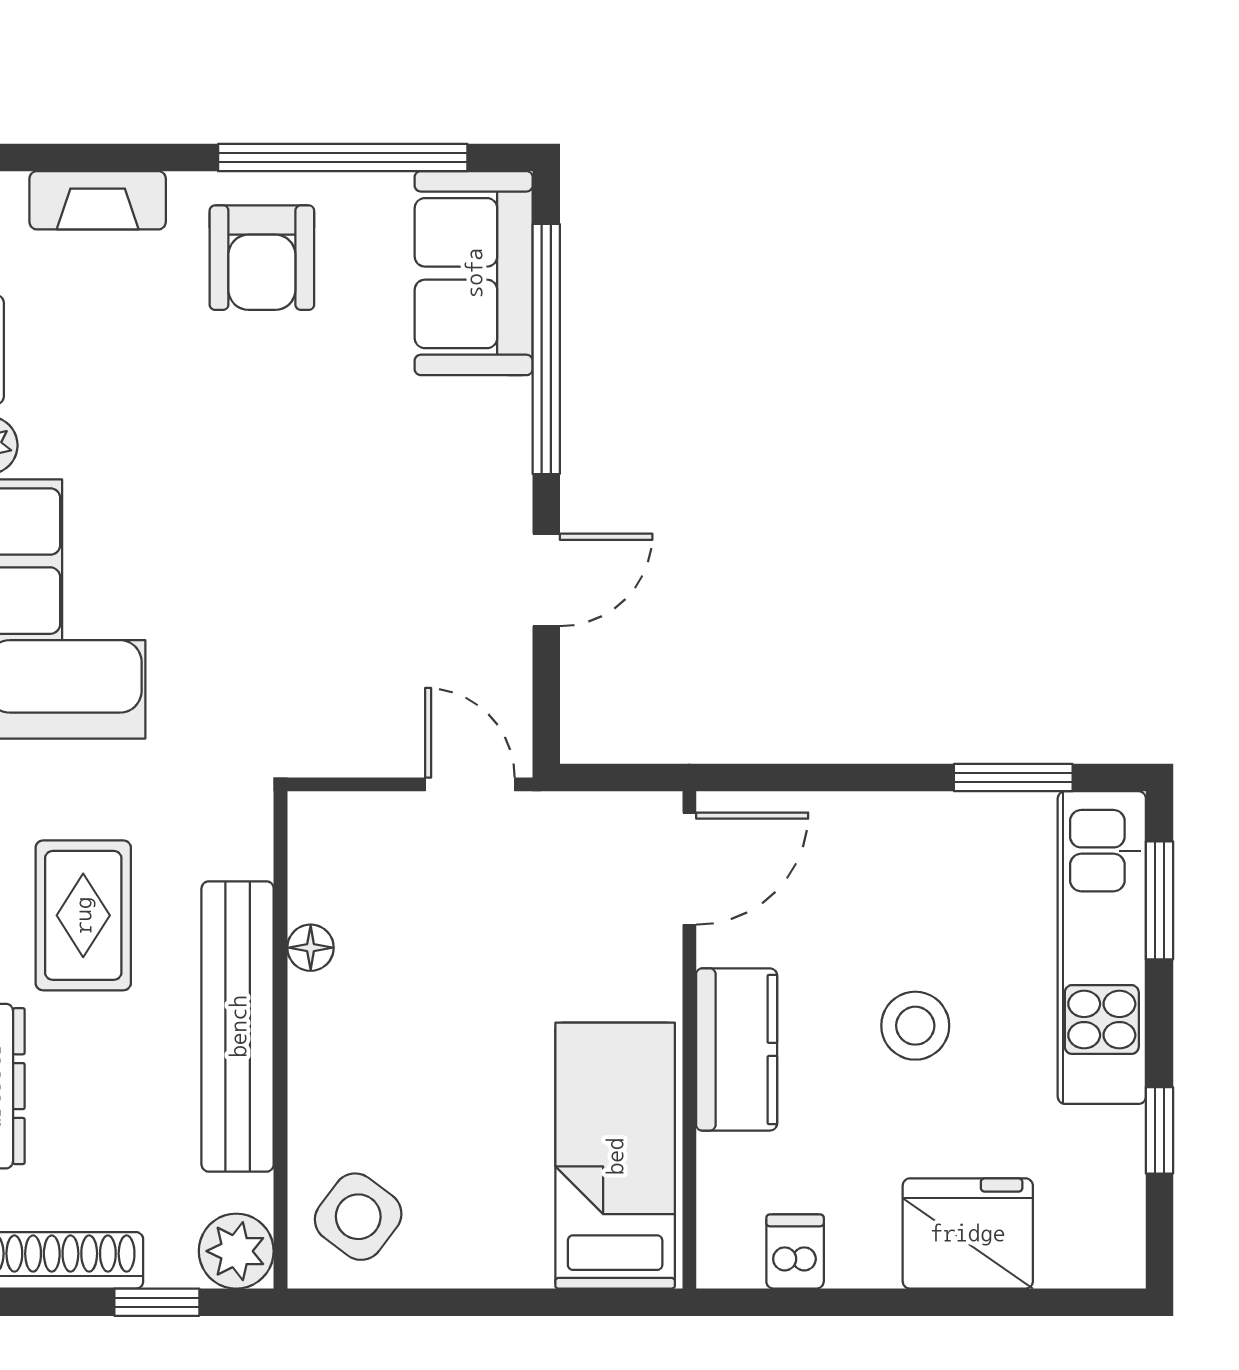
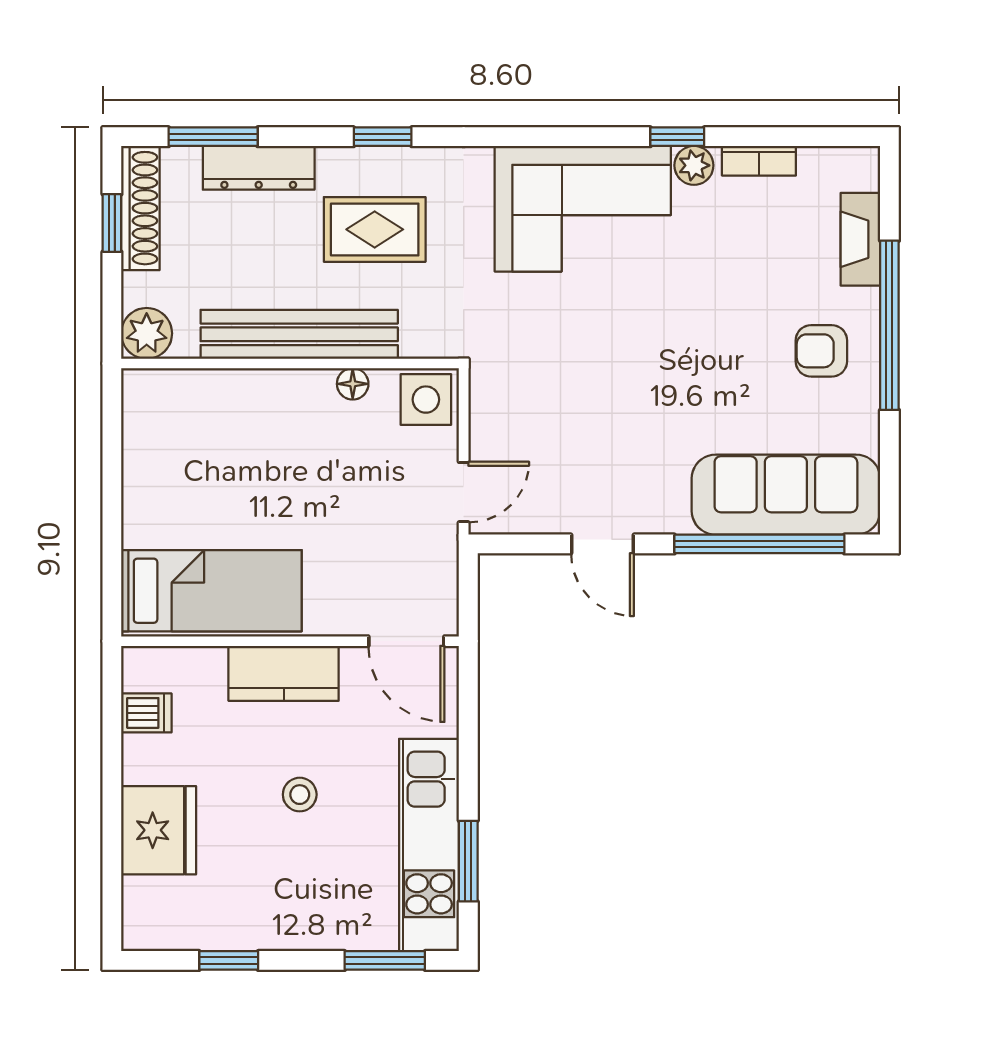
window: (343, 158) -> (889, 325), moved
armchair: (262, 258) -> (821, 351), width x0.72, depth x0.72
sofa: (474, 273) -> (786, 495), width x1.36
kitchen unit: (1102, 948) -> (429, 845), moved, turned -90
stool: (915, 1026) -> (300, 795), width x0.73, depth x0.73
side table: (358, 1217) -> (426, 400), moved, turned -37
window: (157, 1302) -> (112, 223), moved

